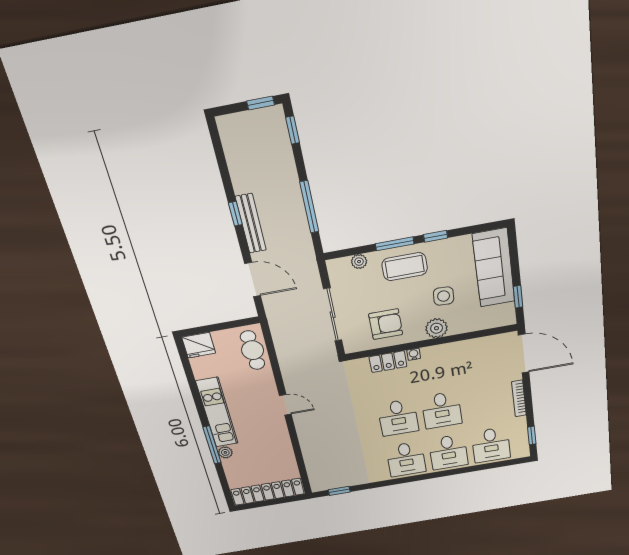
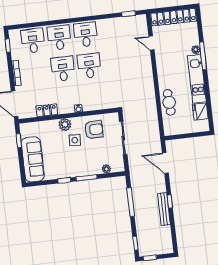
bench: (251, 223) -> (164, 209), moved
coffee table: (405, 267) -> (82, 164), removed
side table: (444, 296) -> (75, 140), moved
armchair: (386, 324) -> (94, 130), turned 180
fridge: (199, 345) -> (200, 111), moved, turned -90
cafe table: (253, 350) -> (169, 102), moved
locker: (388, 362) -> (47, 110), moved
door: (285, 405) -> (151, 43), moved

